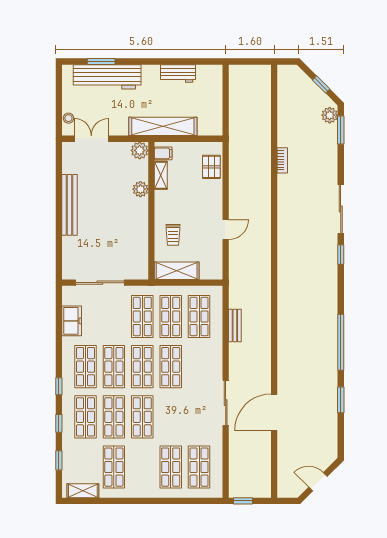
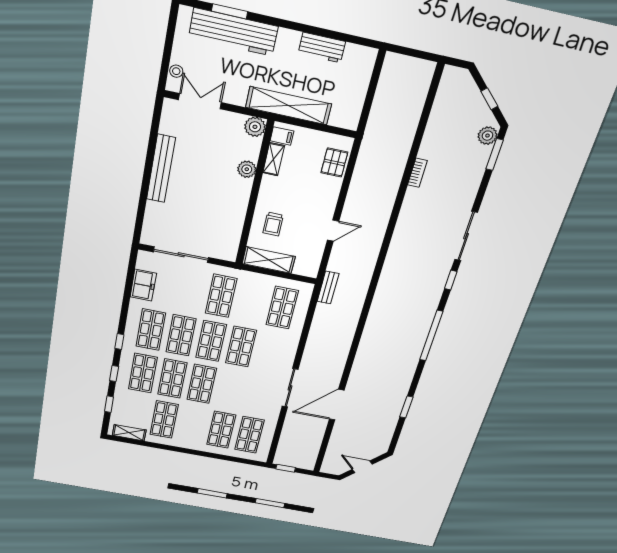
shop shelf: (171, 316) -> (252, 302), removed
bench: (235, 325) -> (328, 288), moved
window: (341, 342) -> (431, 336), moved

